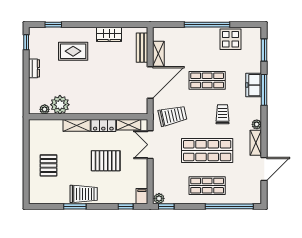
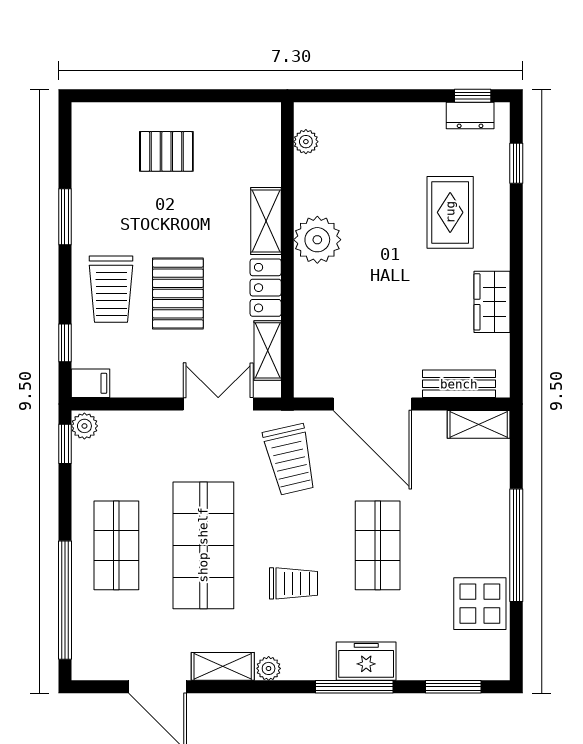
shelving: (158, 54) -> (479, 424), moved
dresser: (34, 68) -> (470, 115), moved
plant: (60, 105) -> (317, 240), moved
trolley: (84, 194) -> (111, 289), moved

